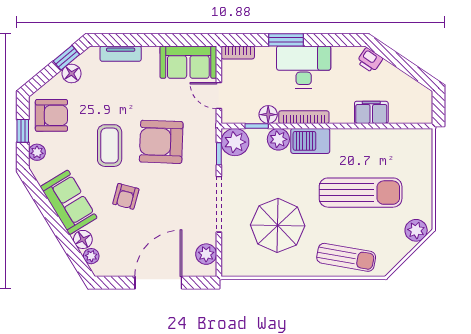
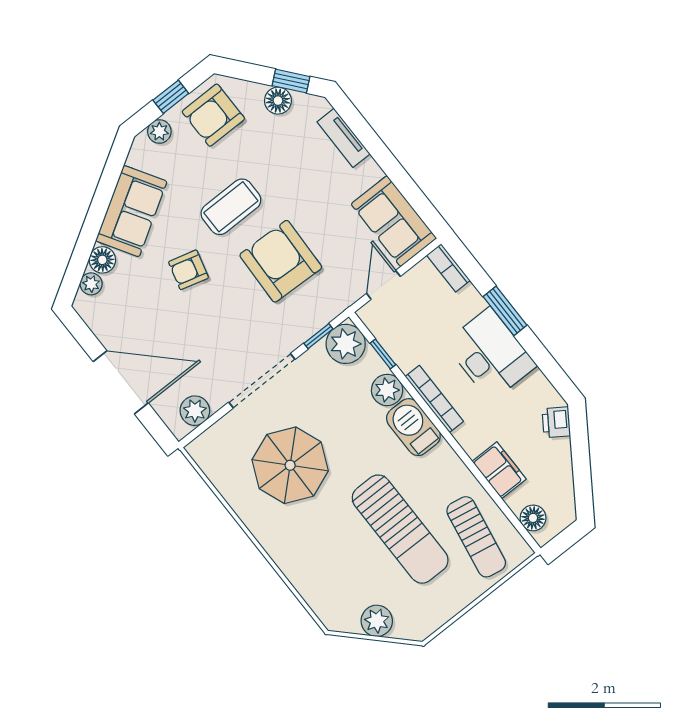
armchair: (51, 115) -> (213, 115), turned 90
floor lamp: (268, 115) -> (533, 518), moved
plant: (416, 230) -> (377, 621), moved
sun lounger: (346, 257) -> (476, 537), moved

